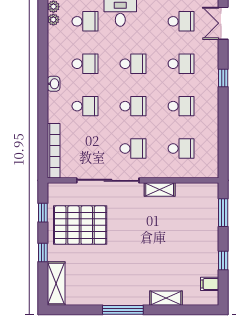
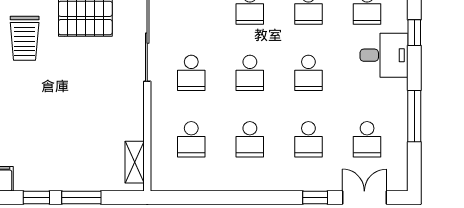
window: (223, 78) -> (315, 198), moved
shelving: (160, 189) -> (135, 162), moved
window: (223, 213) -> (81, 198), moved
trolley: (108, 269) -> (25, 38), added

